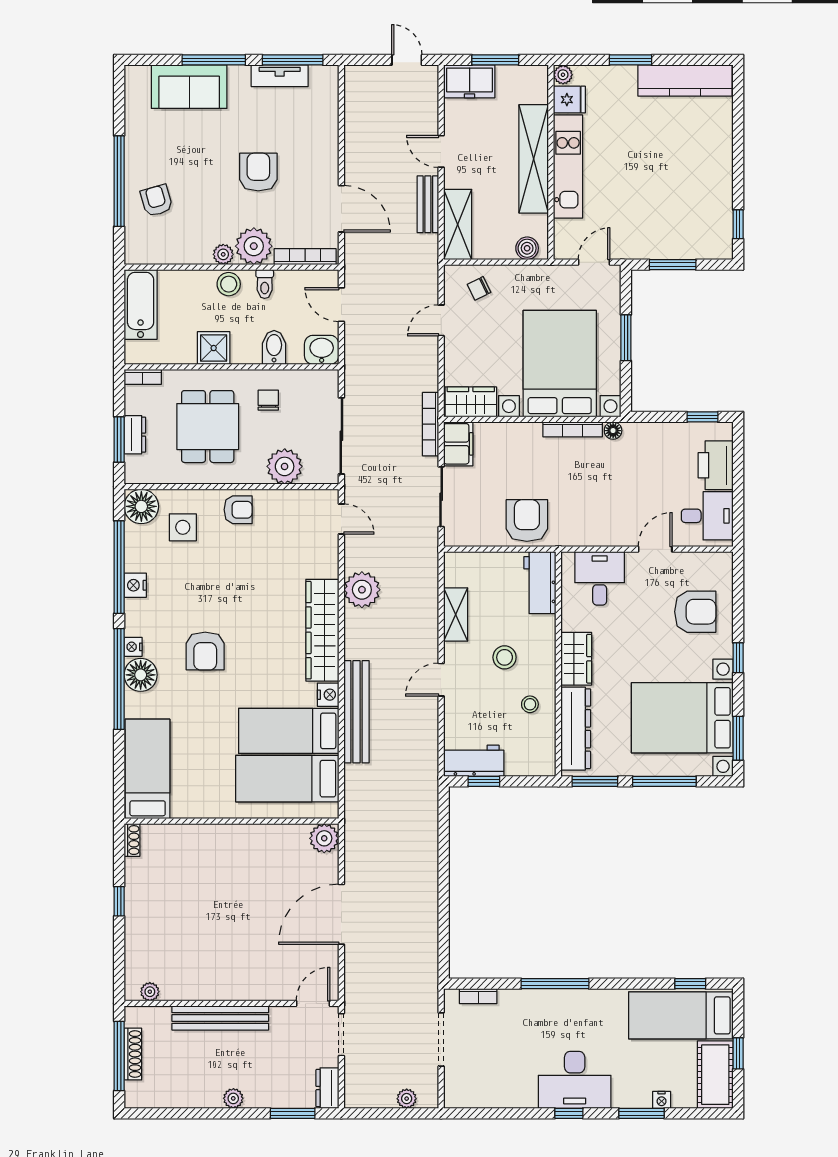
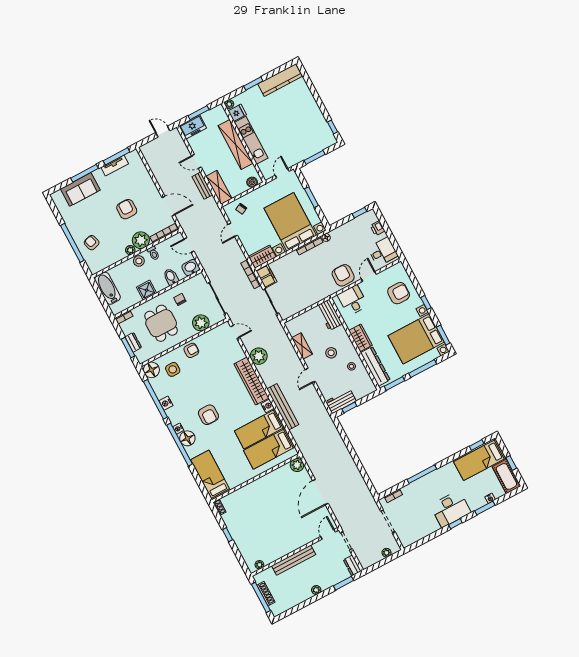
printer: (716, 465) -> (378, 228), width x0.53, depth x0.68
armchair: (527, 521) -> (343, 275), moved

